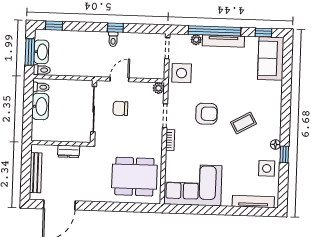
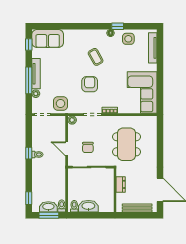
window: (215, 31) -> (29, 80), width x0.68
dining table: (134, 177) -> (127, 144), moved

